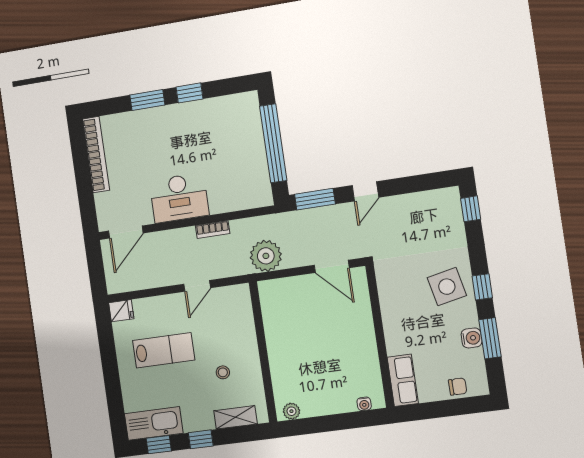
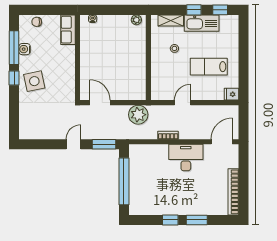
window: (471, 209) -> (14, 125), removed
window: (490, 338) -> (14, 48), width x1.44
kitchen sink: (154, 424) -> (202, 23), moved

